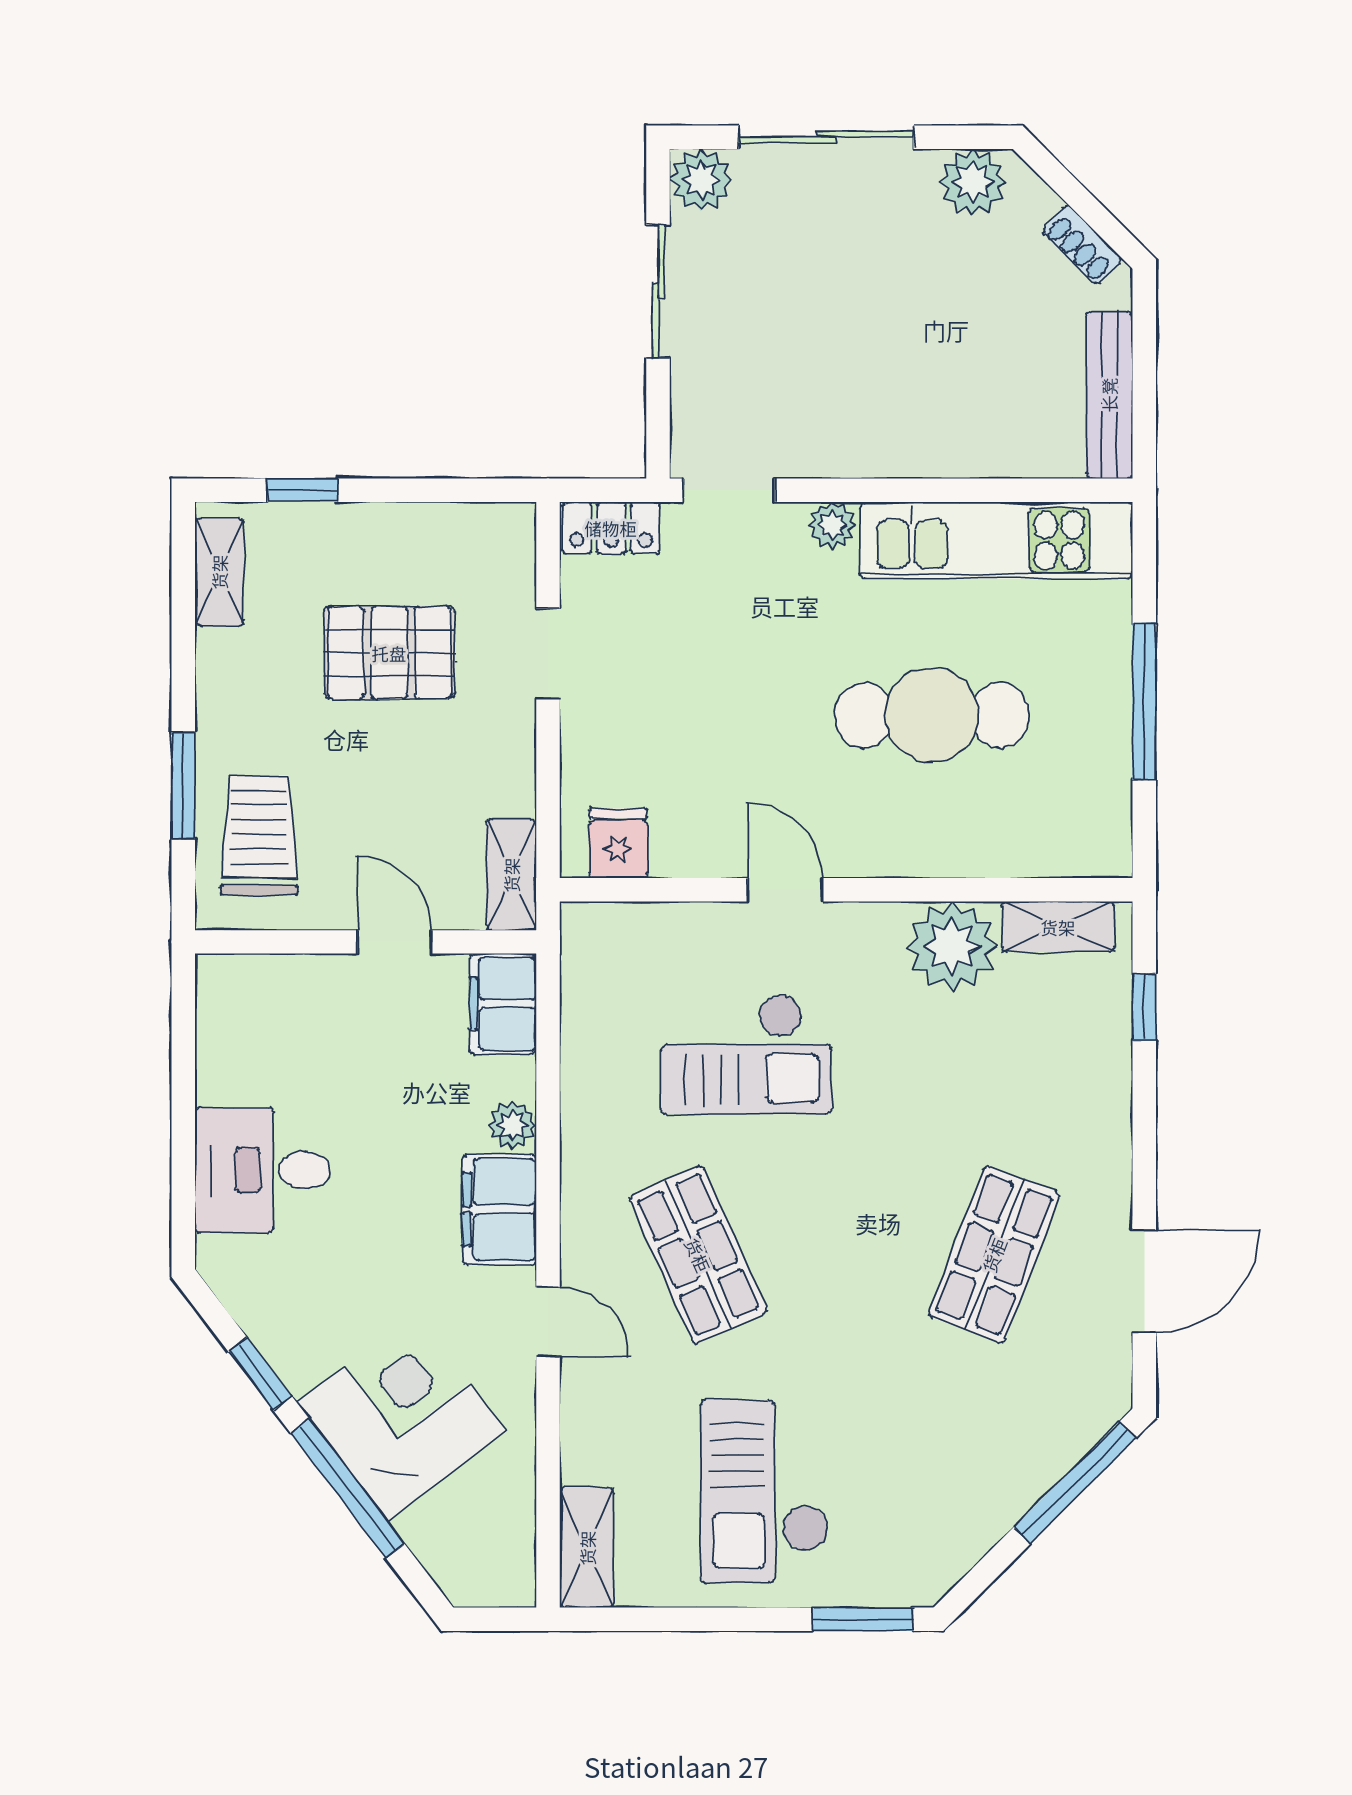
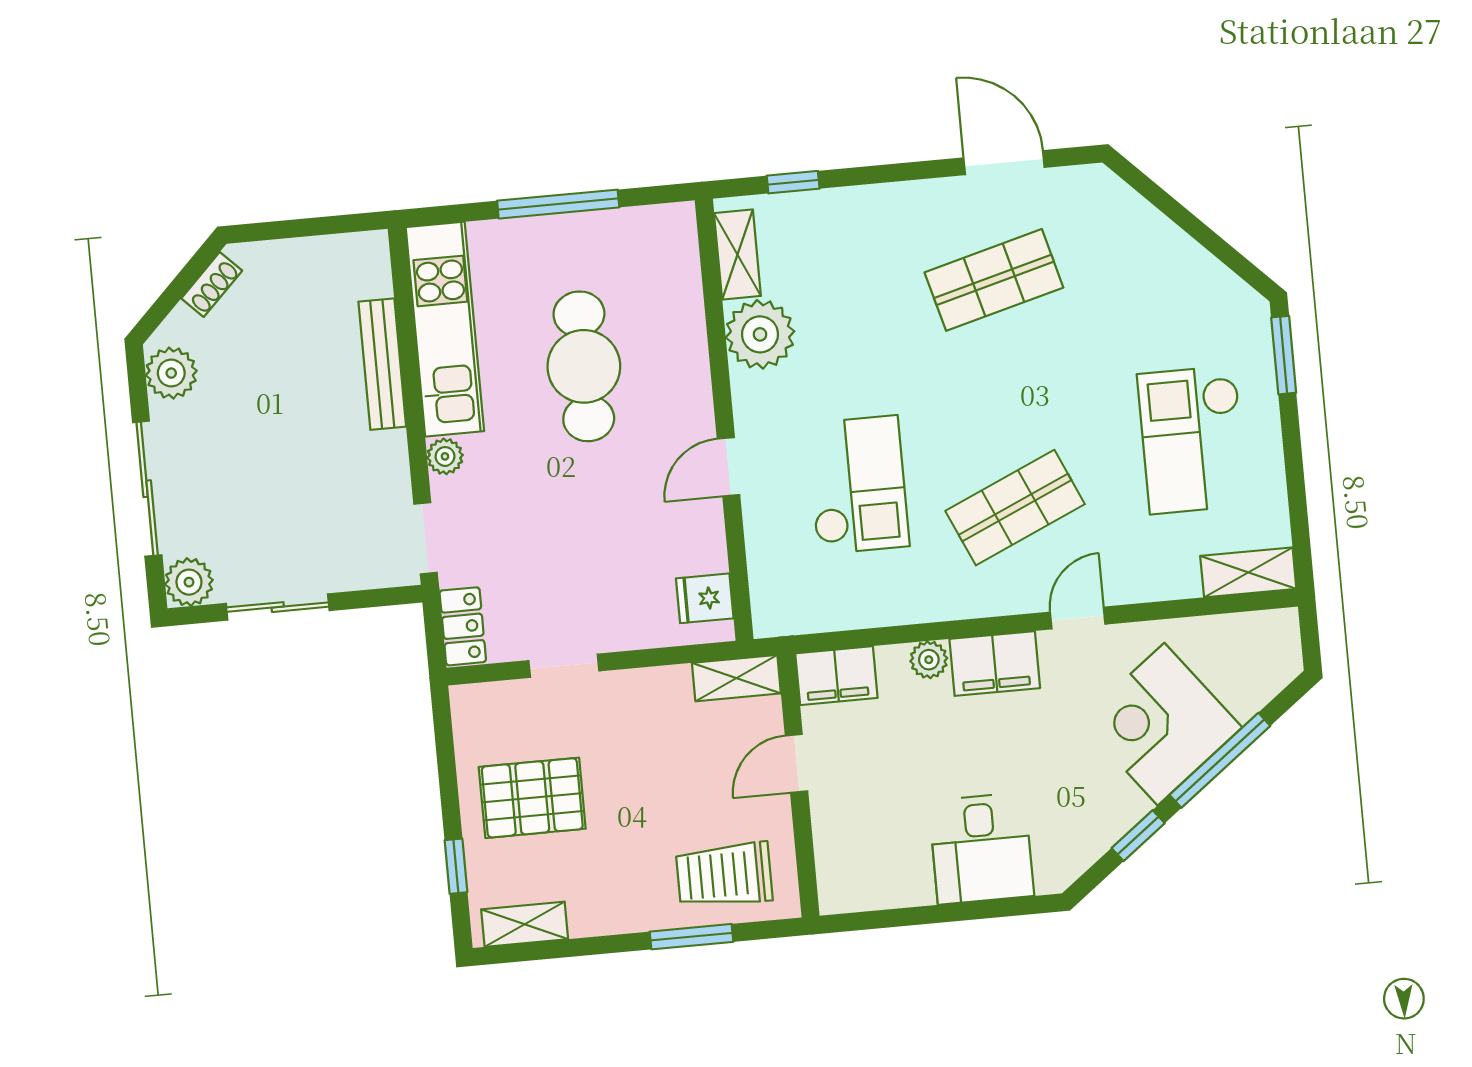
bench: (1109, 395) -> (382, 364), moved, turned 90
pallet: (389, 653) -> (532, 798), moved, turned 90
shop shelf: (994, 1255) -> (994, 280), turned -36
window: (1075, 1483) -> (1164, 202), removed
checkout: (764, 1492) -> (1193, 440), turned 90

